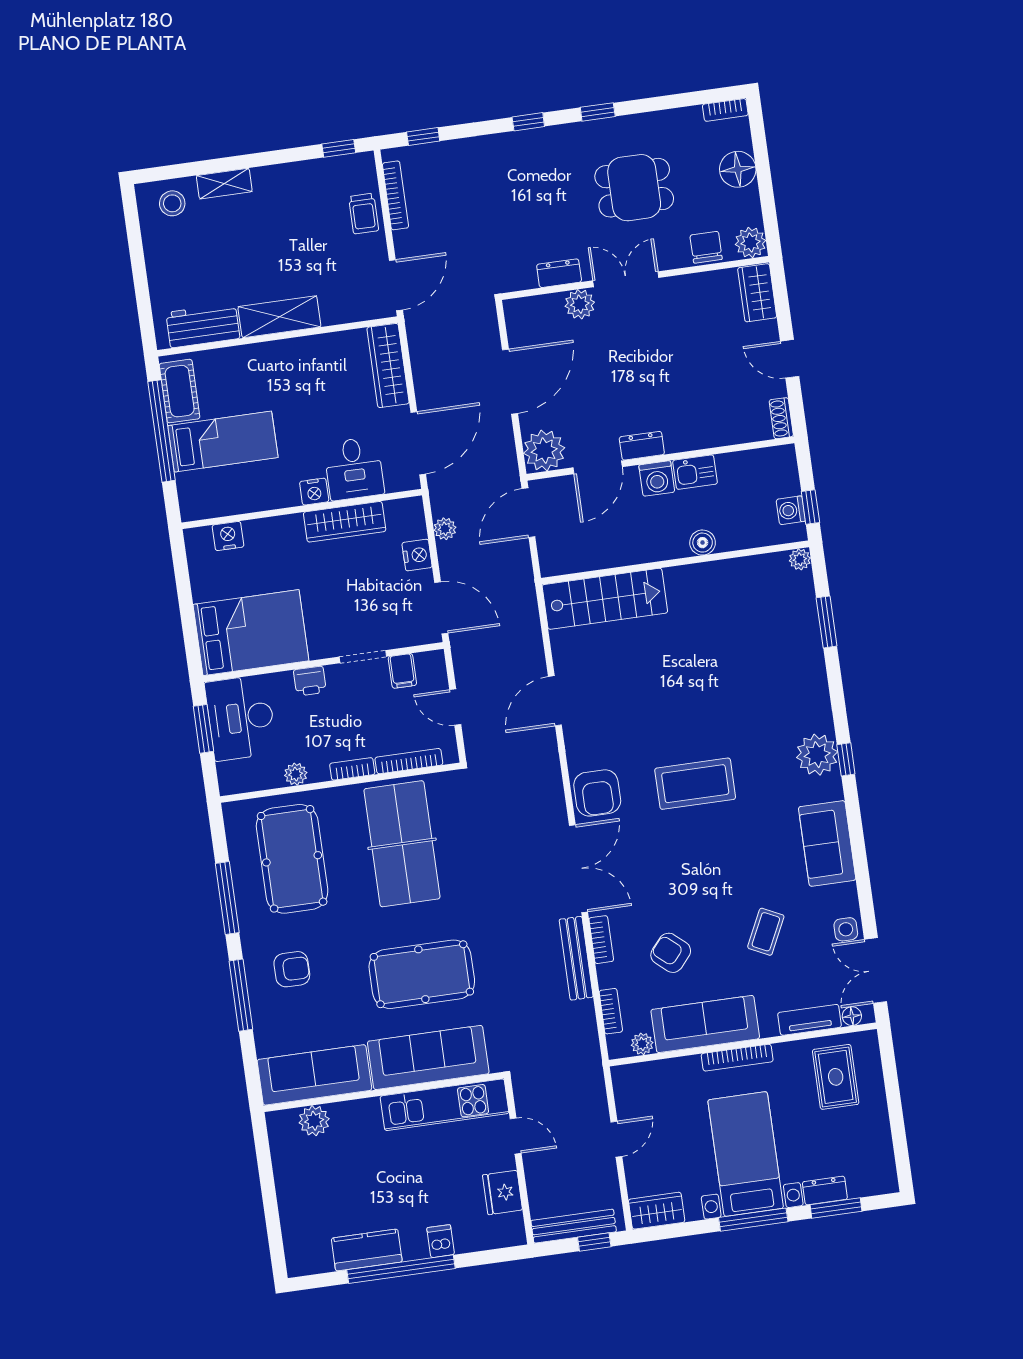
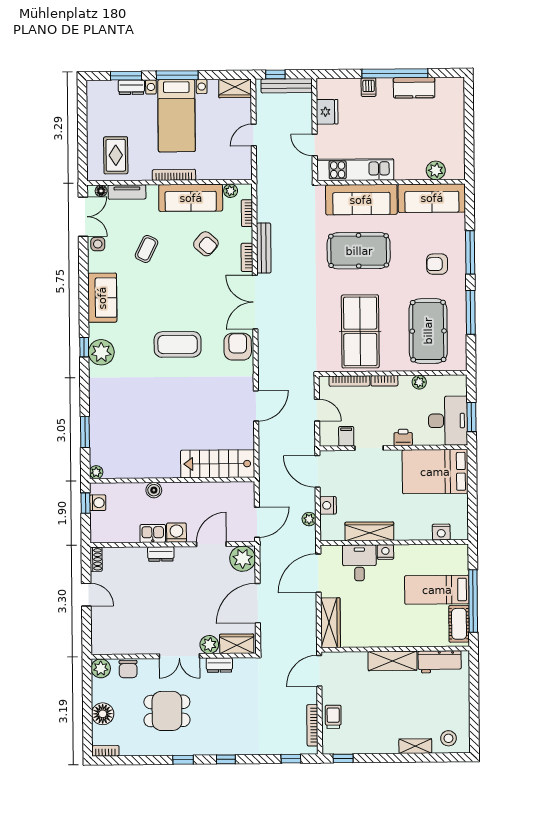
wardrobe: (757, 293) -> (237, 644), moved, turned -90
dresser: (642, 446) -> (161, 554), moved

